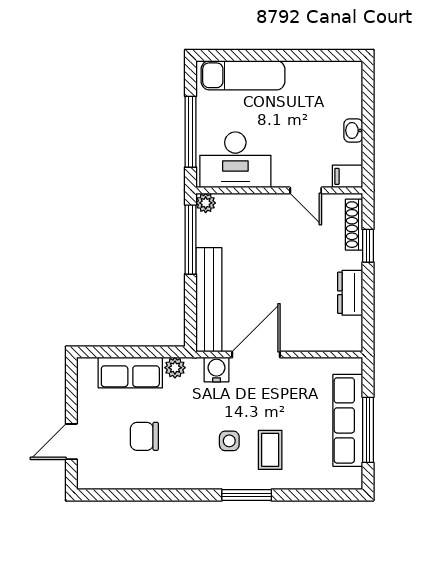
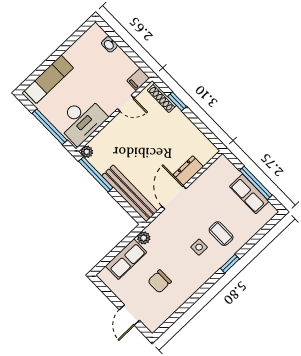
washbasin: (353, 130) -> (109, 44), moved
dresser: (350, 293) -> (188, 171), moved, turned 90
water cooler: (217, 370) -> (163, 221), removed
row of seats: (348, 420) -> (249, 194), width x0.68
window: (247, 495) -> (230, 264), width x0.67

